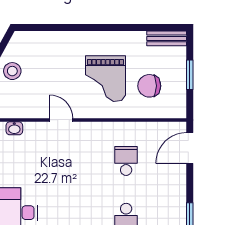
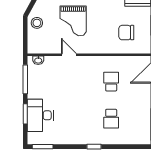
grand piano: (105, 79) -> (73, 21), moved

